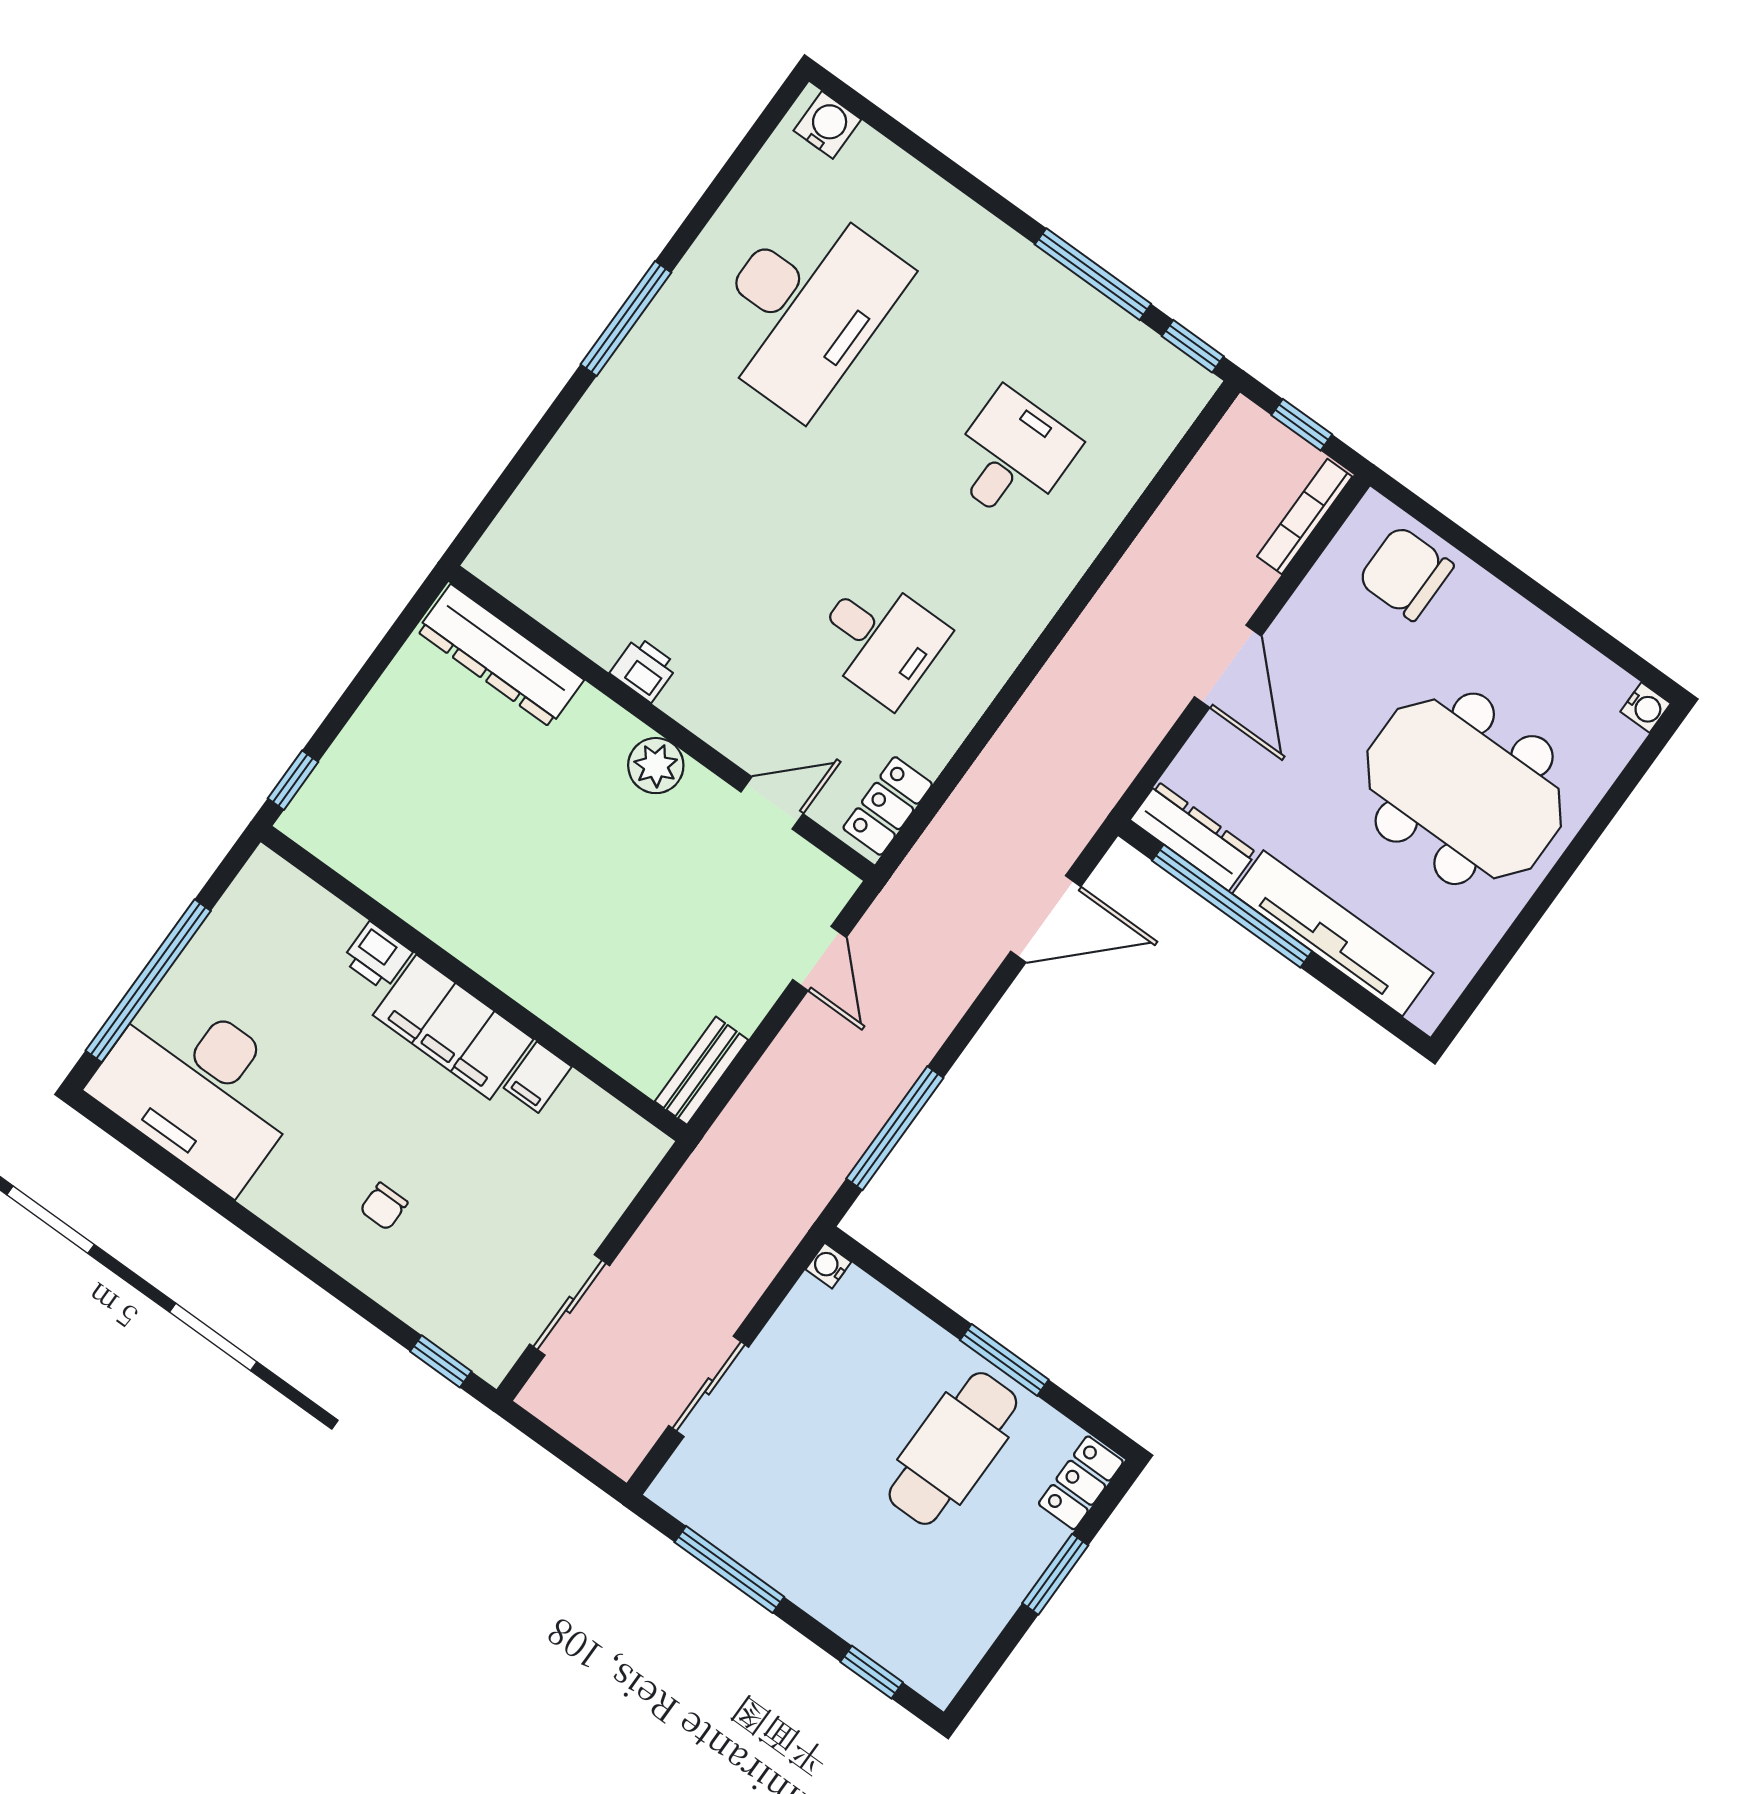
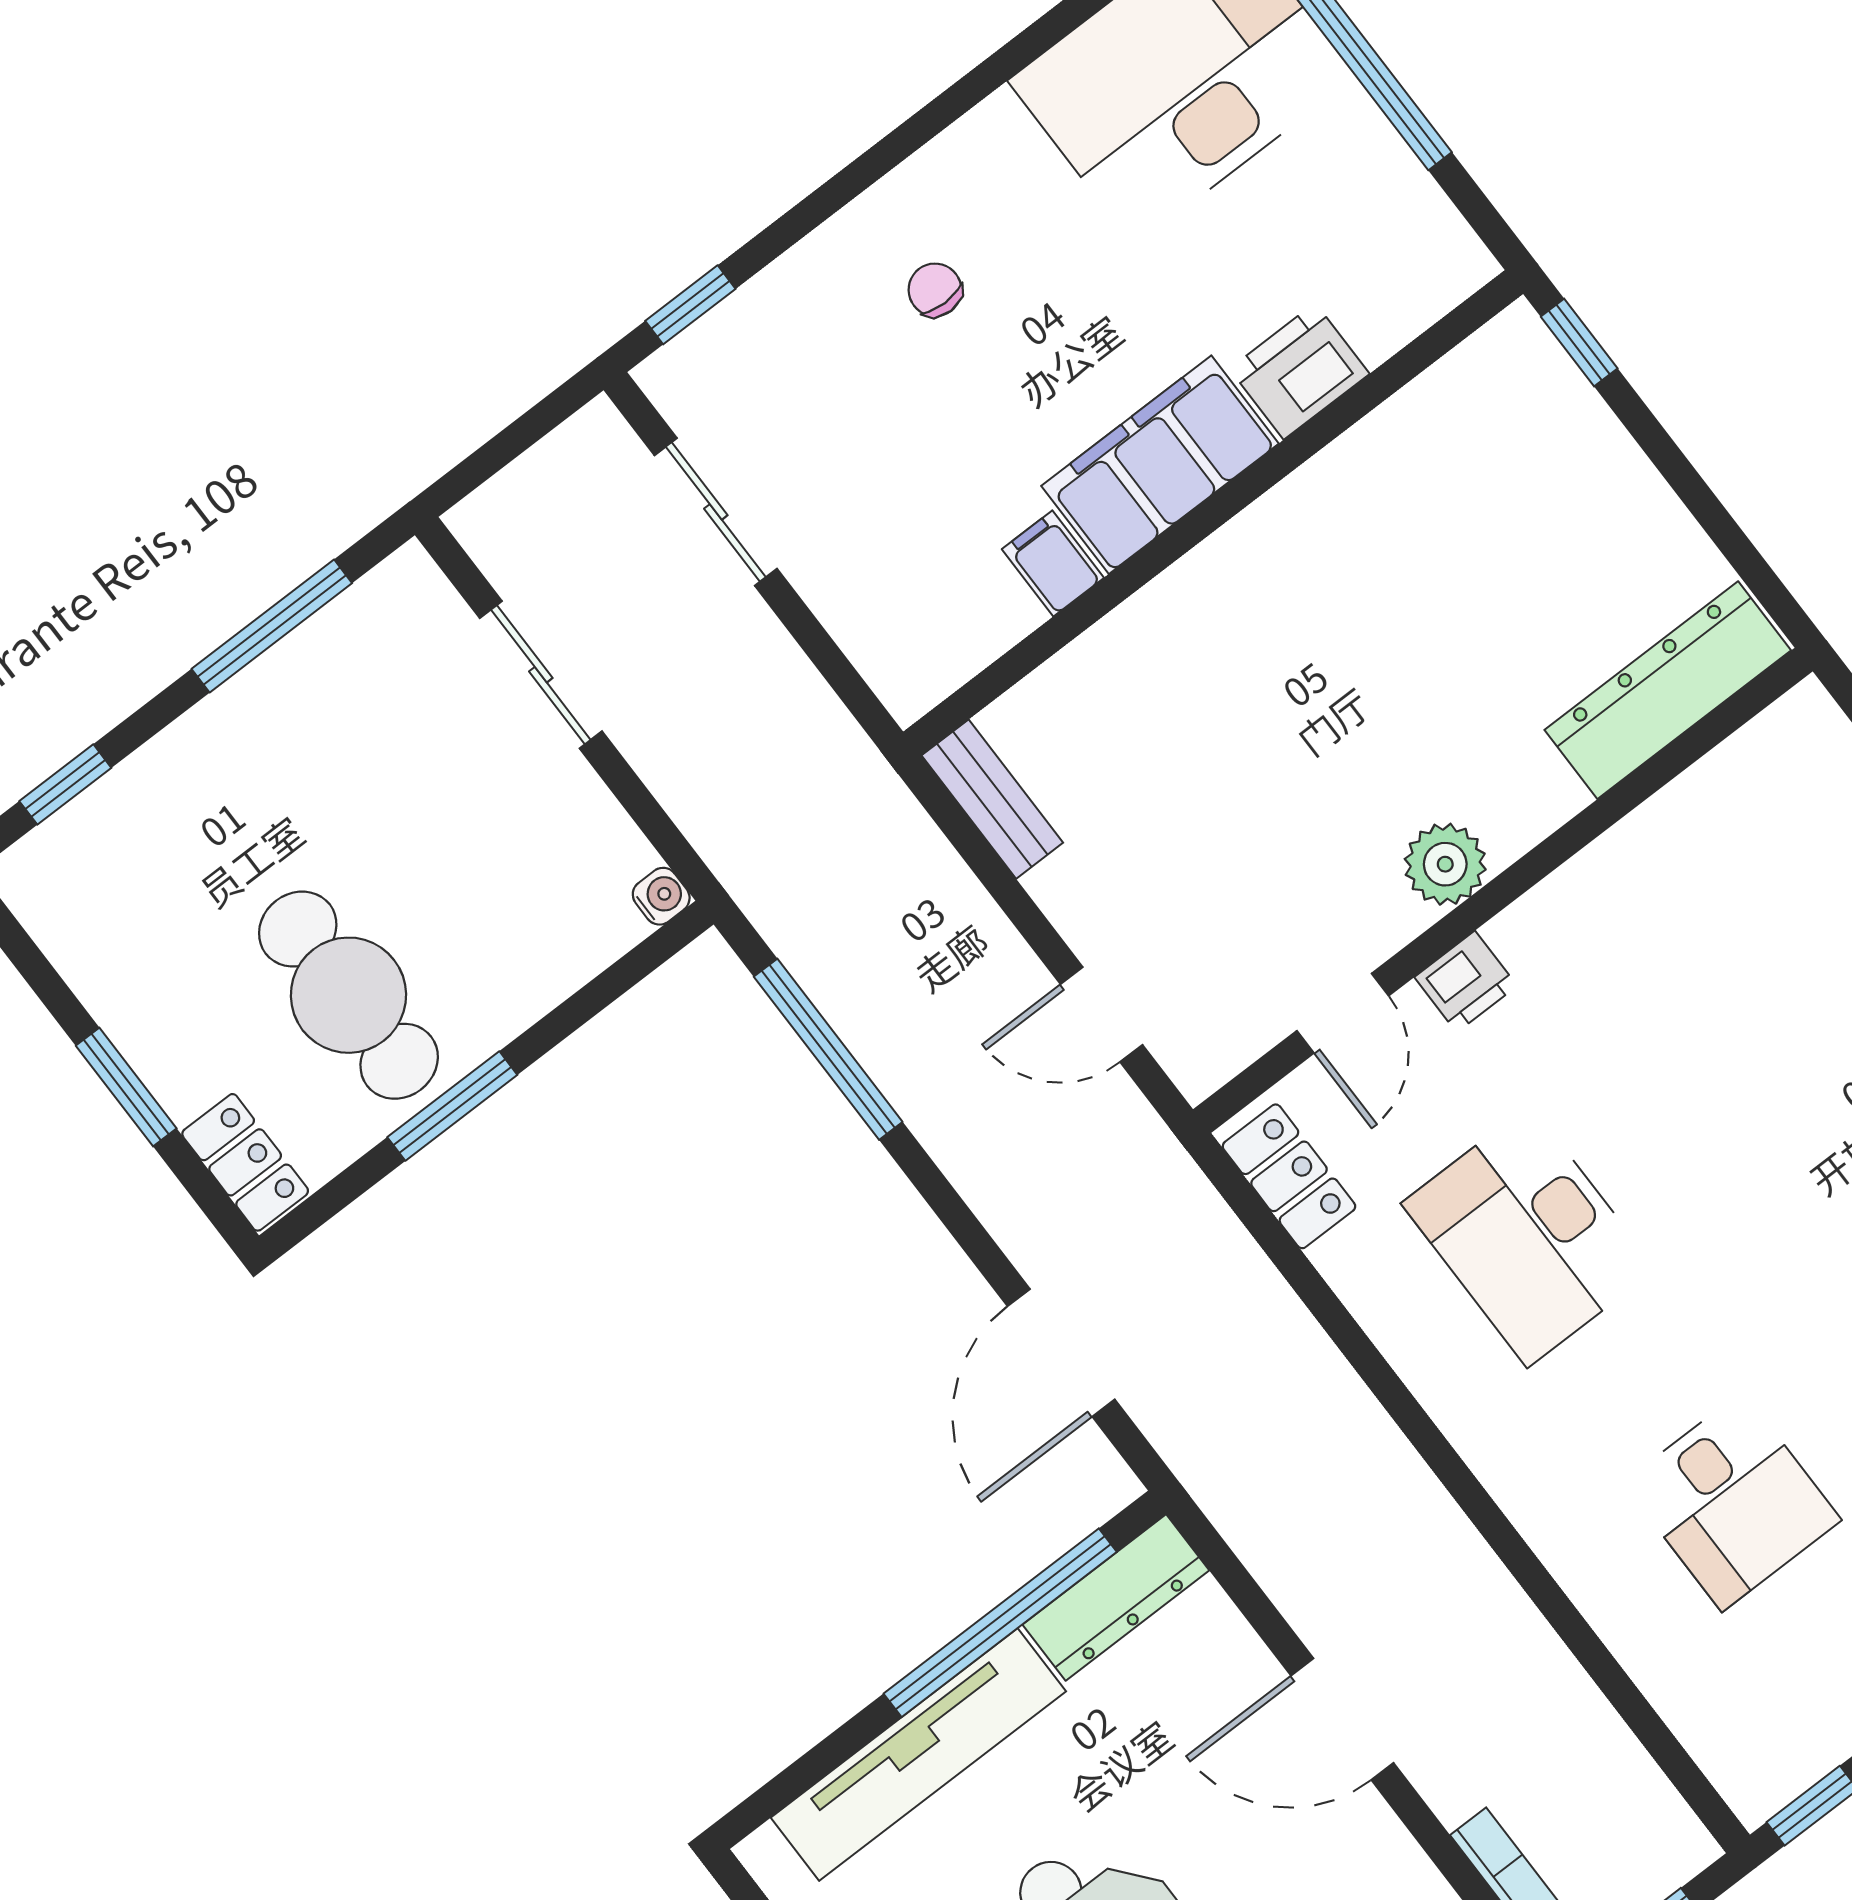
desk: (880, 640) -> (1529, 1236), width x1.37
printer: (644, 669) -> (1466, 982), moved
printer: (377, 956) -> (1299, 371), width x1.36, depth x1.24

